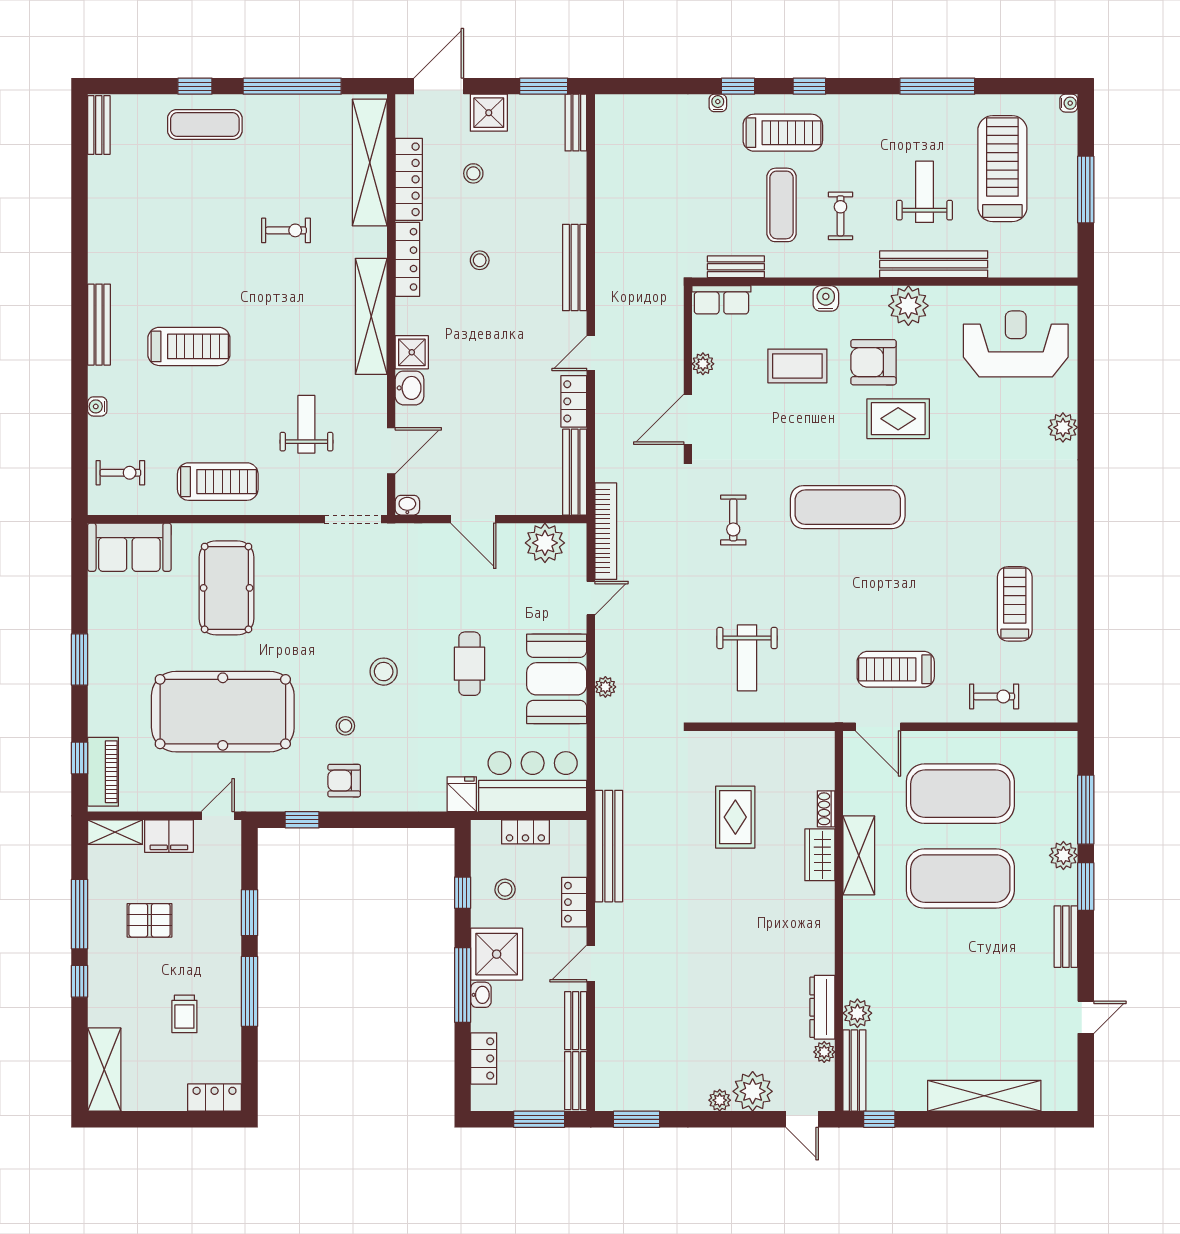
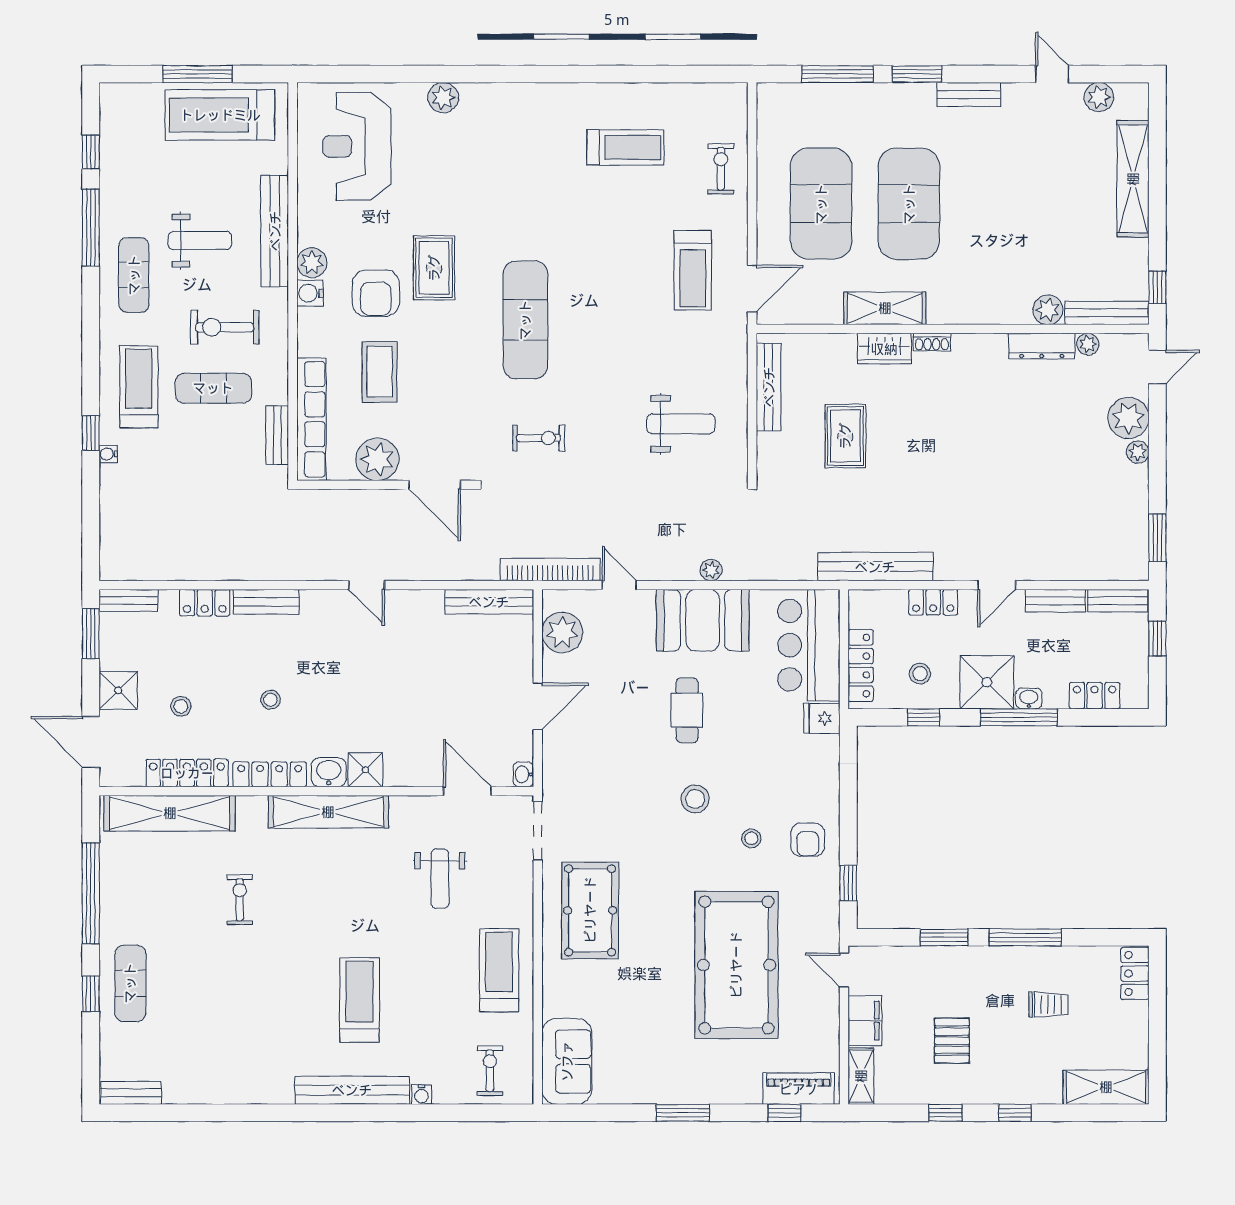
window: (809, 86) -> (91, 152), moved
water cooler: (1069, 103) -> (108, 92), removed
exercise mat: (891, 128) -> (134, 275), added
treadmill: (1002, 169) -> (220, 115), moved
weight bench: (925, 192) -> (200, 241), turned 180
exercise bike: (840, 216) -> (225, 327), width x1.38, depth x1.39
bench: (575, 267) -> (266, 602), width x0.73
water cooler: (826, 298) -> (310, 293), moved
row of seats: (721, 300) -> (311, 419), width x2.02
plant: (908, 306) -> (312, 263), width x0.73, depth x0.73
bench: (99, 325) -> (352, 1090), width x1.37, depth x1.21
plant: (703, 364) -> (377, 459), width x1.88, depth x1.88
washbasin: (410, 388) -> (329, 772), moved
locker: (574, 401) -> (205, 603), moved
weight bench: (306, 424) -> (440, 879), turned -90
pool table: (227, 588) -> (590, 910), moved, turned 90
treadmill: (1015, 604) -> (625, 147), turned 180
cafe table: (469, 664) -> (687, 710), turned 90
bench: (783, 743) -> (769, 387), added
shoe rack: (826, 809) -> (932, 342), moved
rug: (735, 817) -> (845, 436), turned 90
locker: (525, 832) -> (861, 665), width x1.53
plant: (1063, 855) -> (1099, 97), moved
window: (80, 914) -> (945, 1113), width x0.46
door: (591, 964) -> (997, 585), hinge flipped
window: (539, 1119) -> (1157, 638), width x0.67

